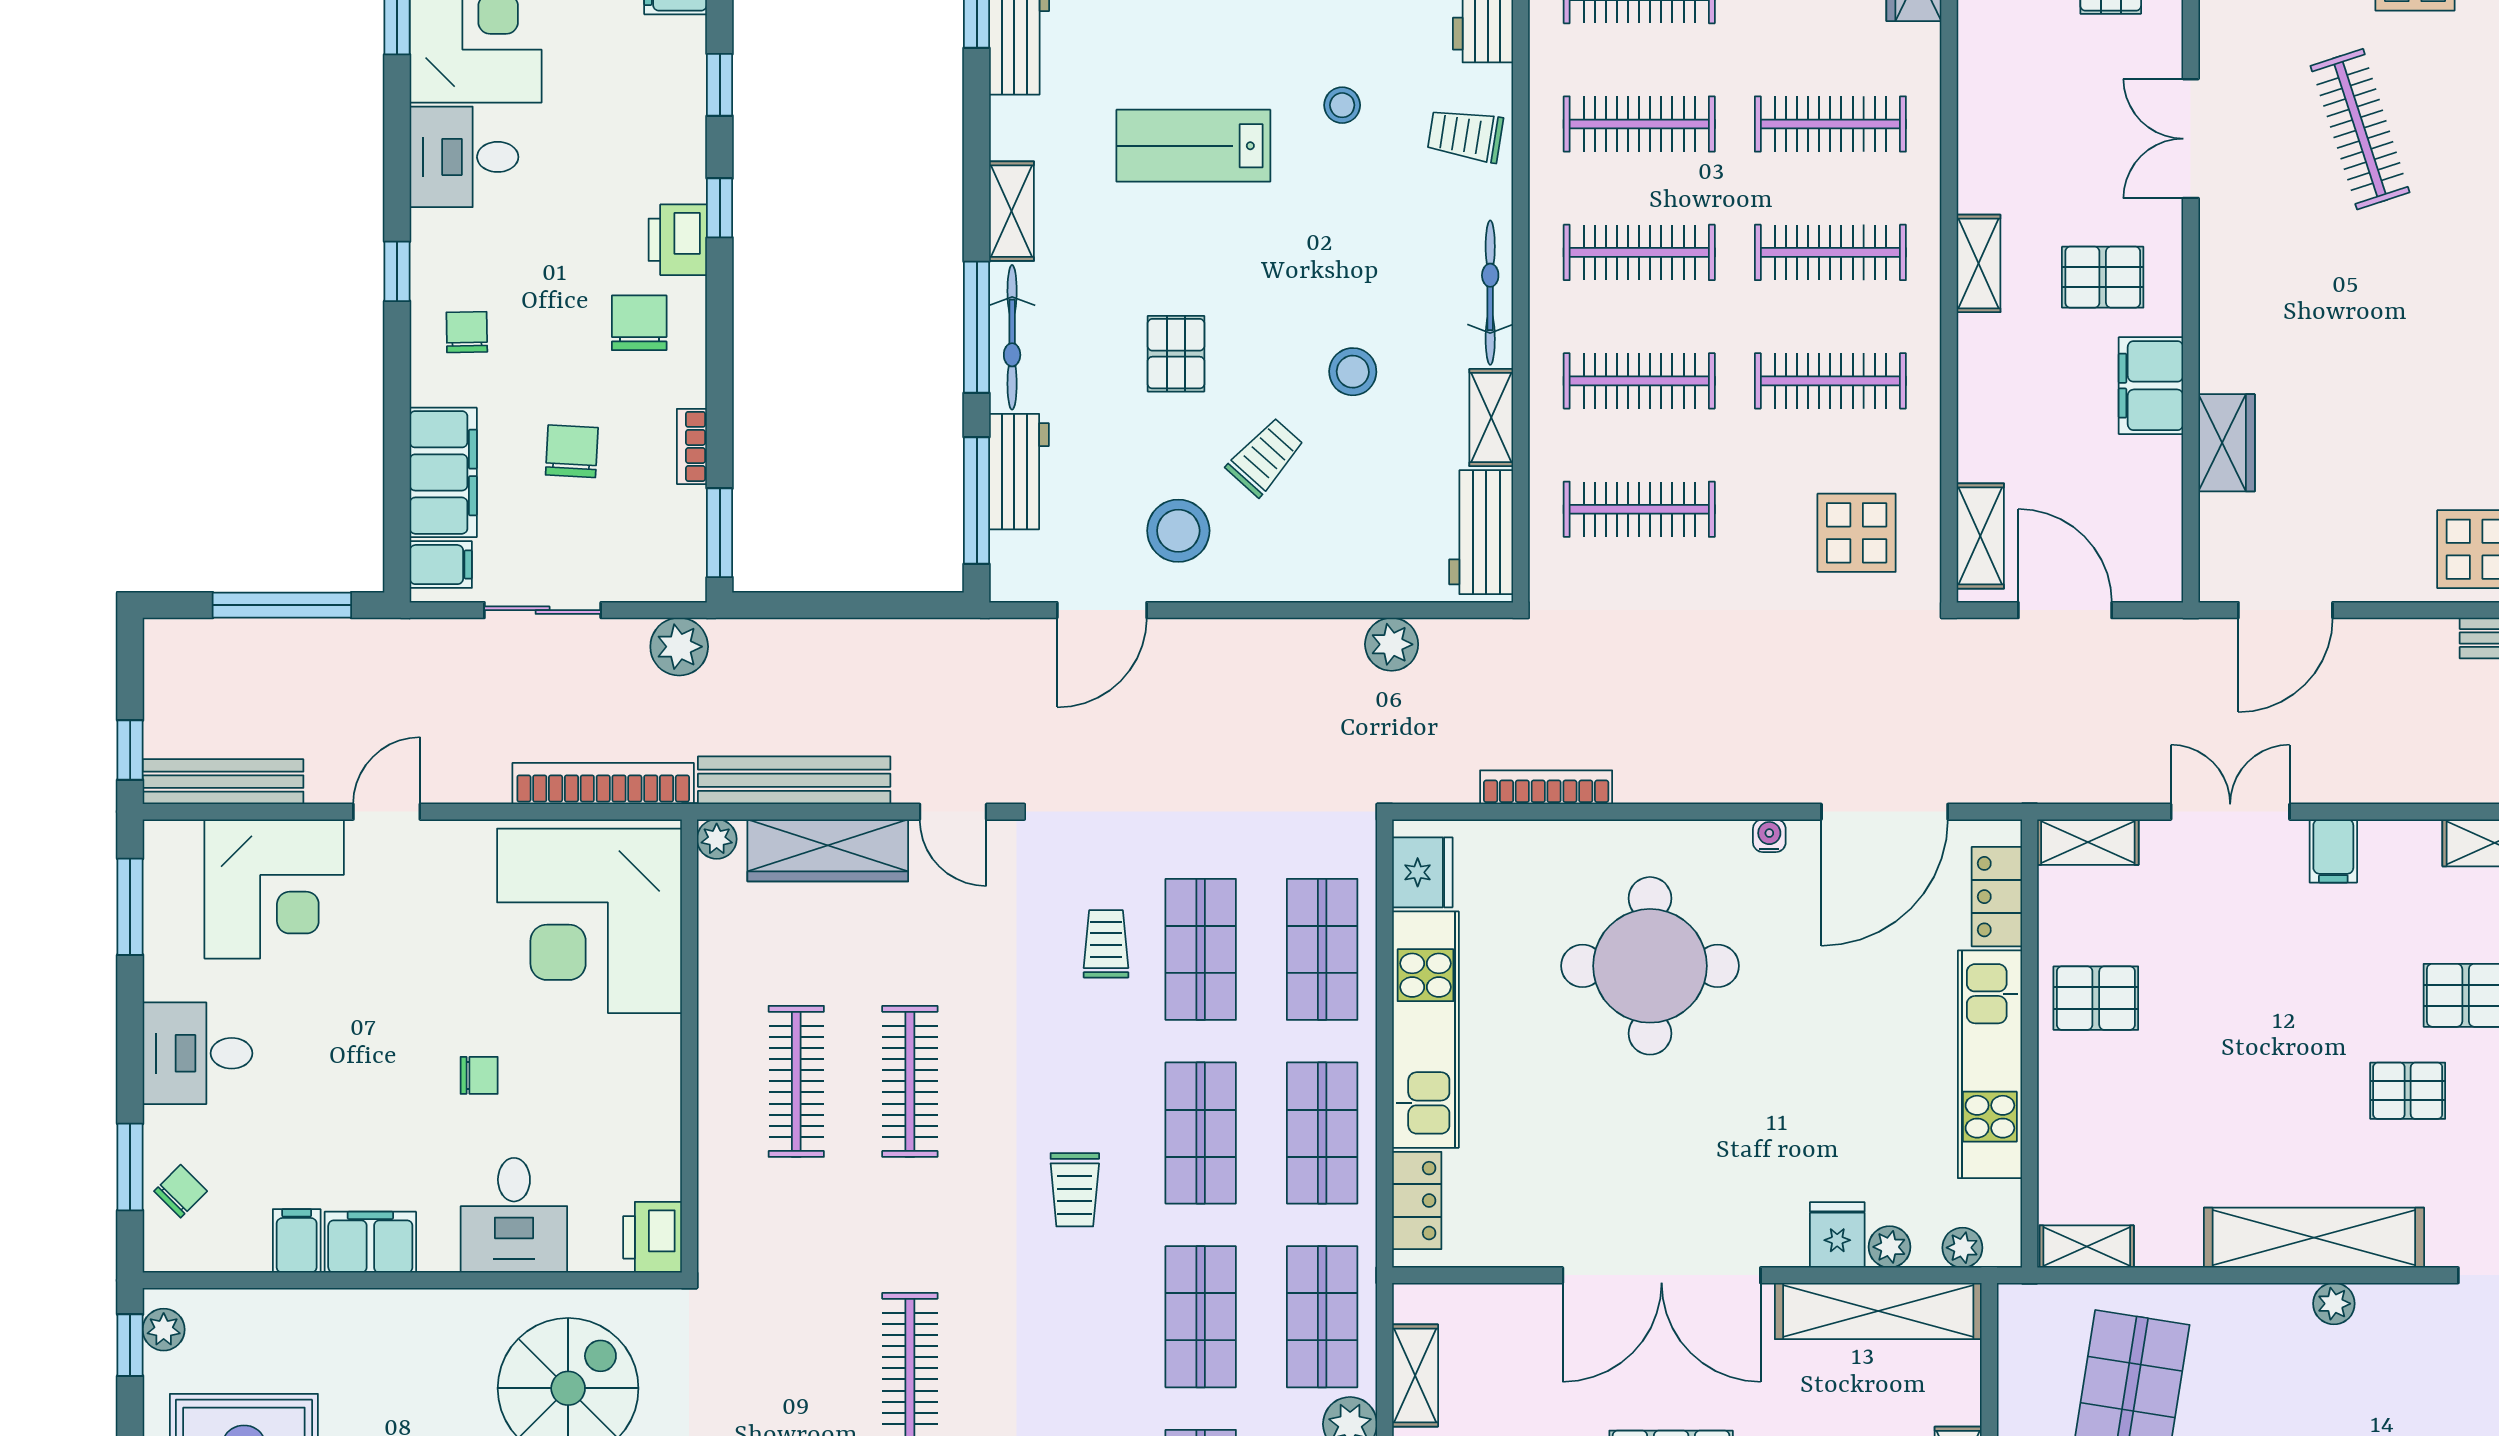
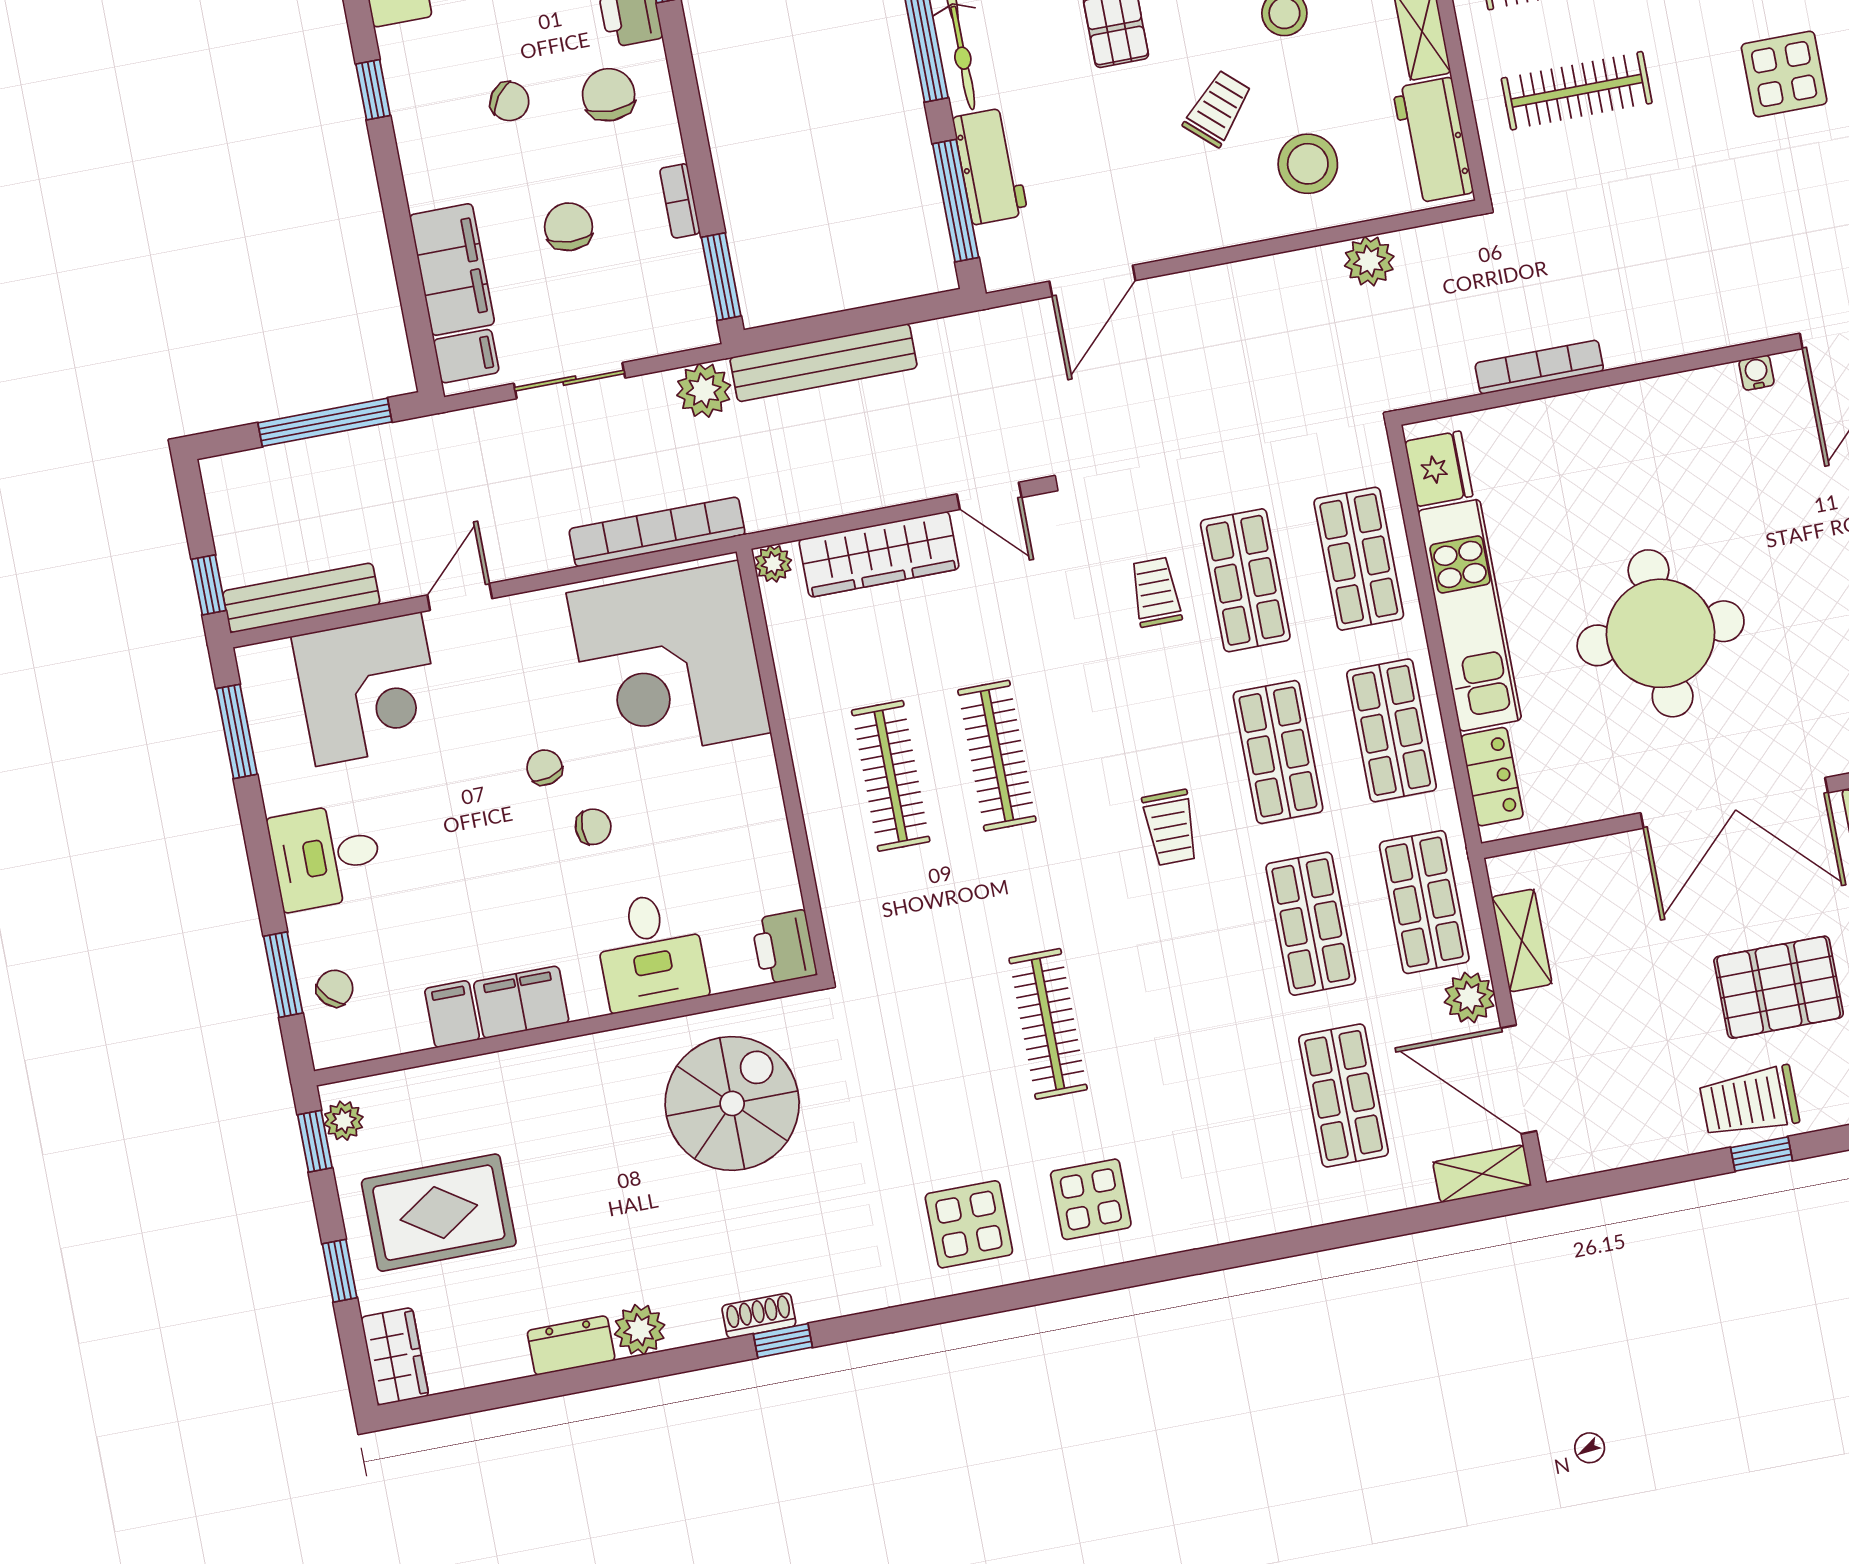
chair: (467, 332) -> (510, 101), moved, turned 127
stool: (1178, 531) -> (1308, 164), moved
bench: (794, 780) -> (824, 363), moved
round table: (1650, 966) -> (1661, 633), moved
chair: (441, 1005) -> (544, 767), added

